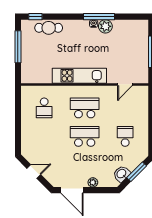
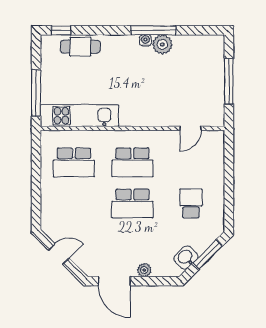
window: (18, 47) -> (36, 93), moved
kitchen unit: (79, 76) -> (79, 116), moved
school desk: (44, 108) -> (74, 162), width x1.85
school desk: (85, 108) -> (132, 162), turned 180
school desk: (85, 136) -> (132, 203), turned 180

